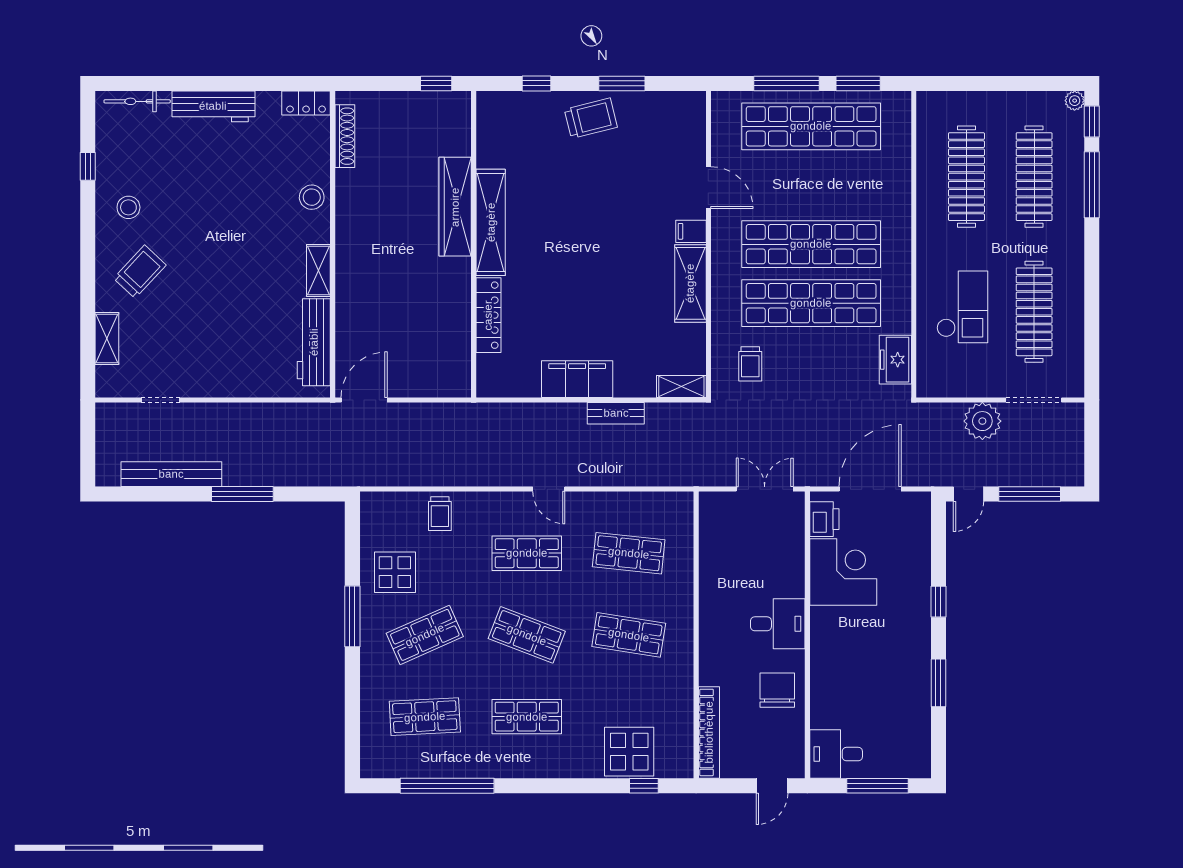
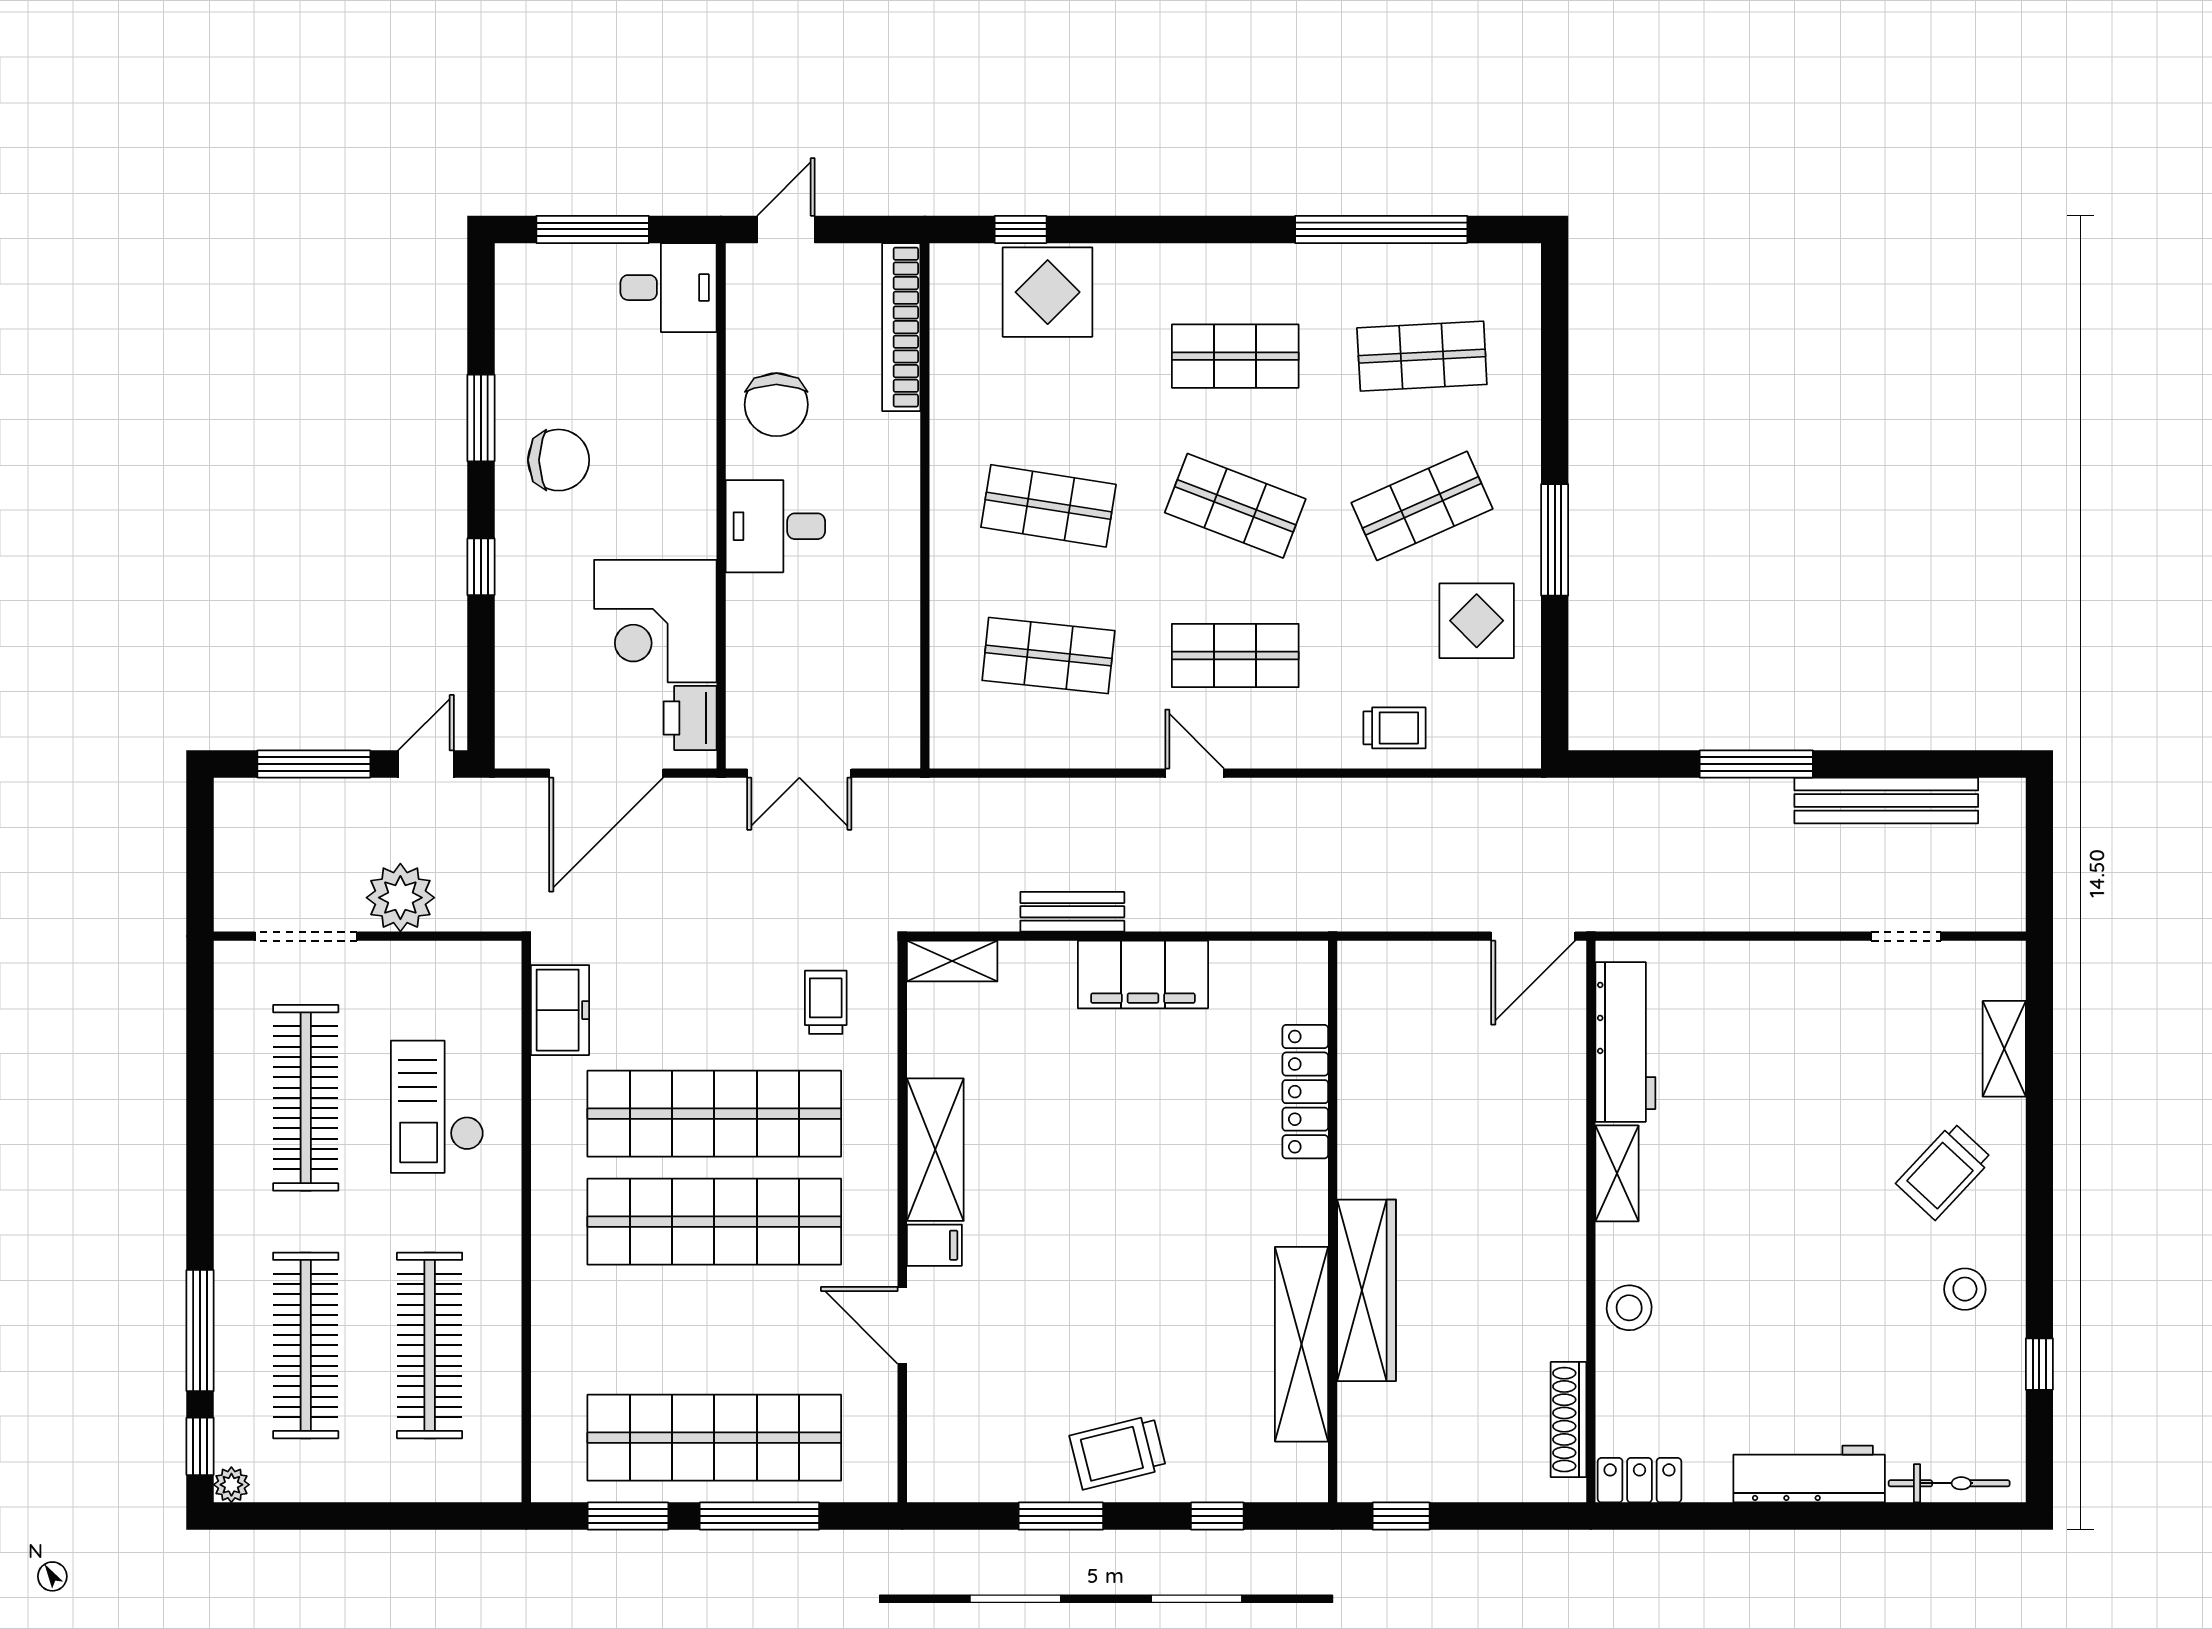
shelving: (491, 222) -> (1302, 1344), moved
trolley: (440, 514) -> (1395, 728), turned 90
chair: (896, 660) -> (559, 460), added

